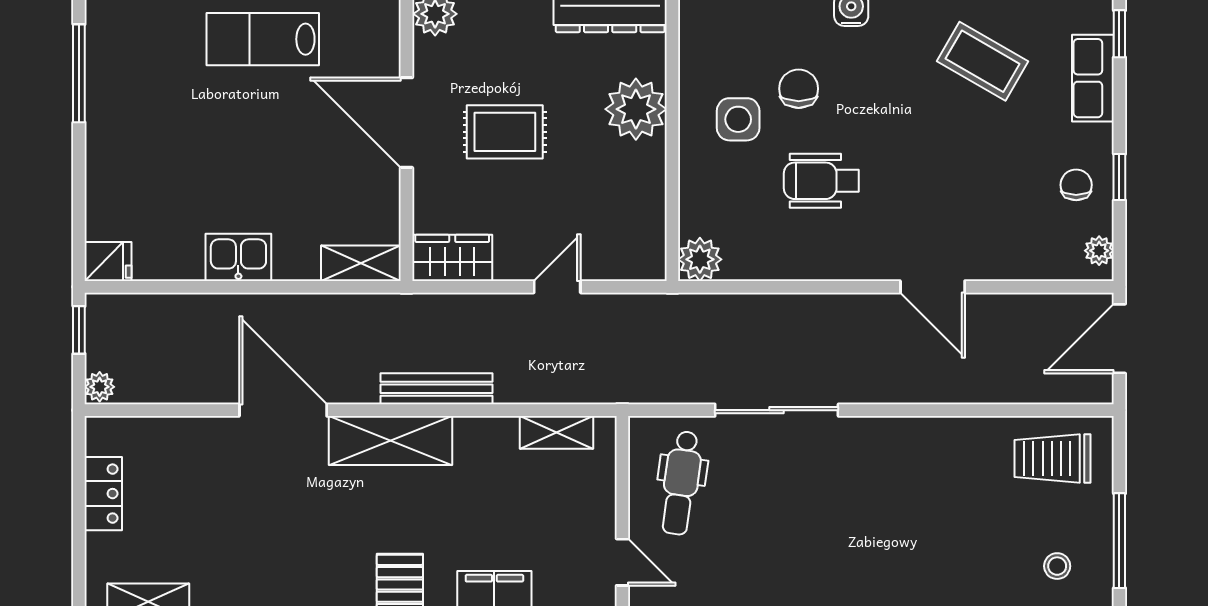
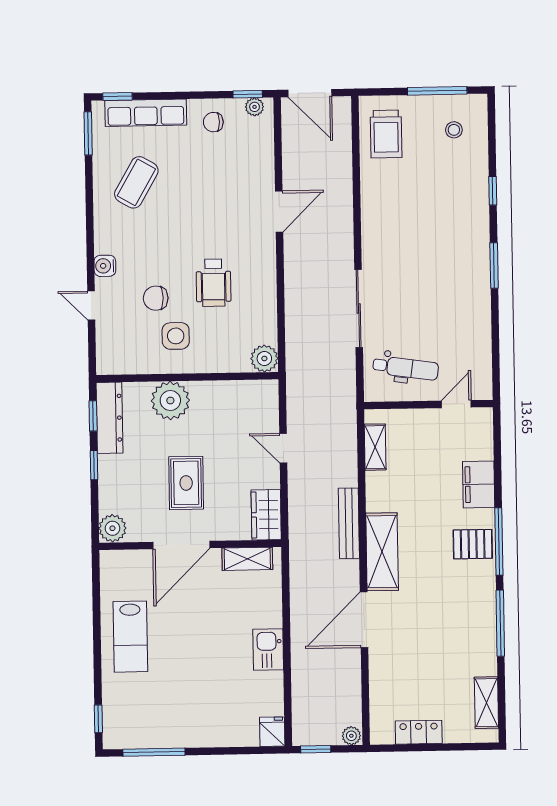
row of seats: (1093, 78) -> (146, 113), width x1.48
window: (1119, 177) -> (248, 94), moved
shelving: (361, 263) -> (247, 559), moved, turned 90

